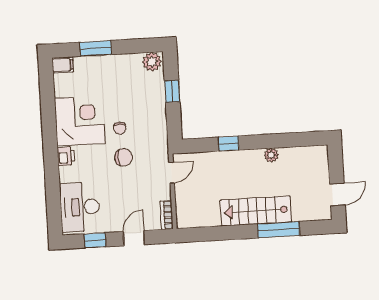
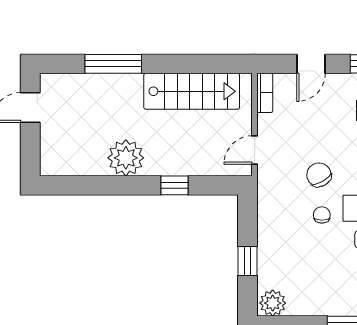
plant: (271, 155) -> (126, 158), width x1.88, depth x1.88
chair: (124, 157) -> (319, 175), turned 60
stairs: (256, 211) -> (192, 91), moved

